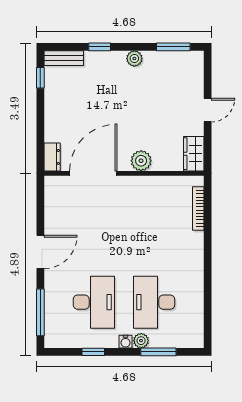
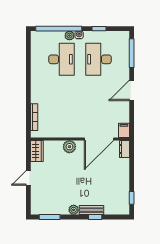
bench: (64, 58) -> (92, 210), moved
filing cabinet: (53, 187) -> (124, 130), added
window: (158, 352) -> (59, 29), width x2.11

